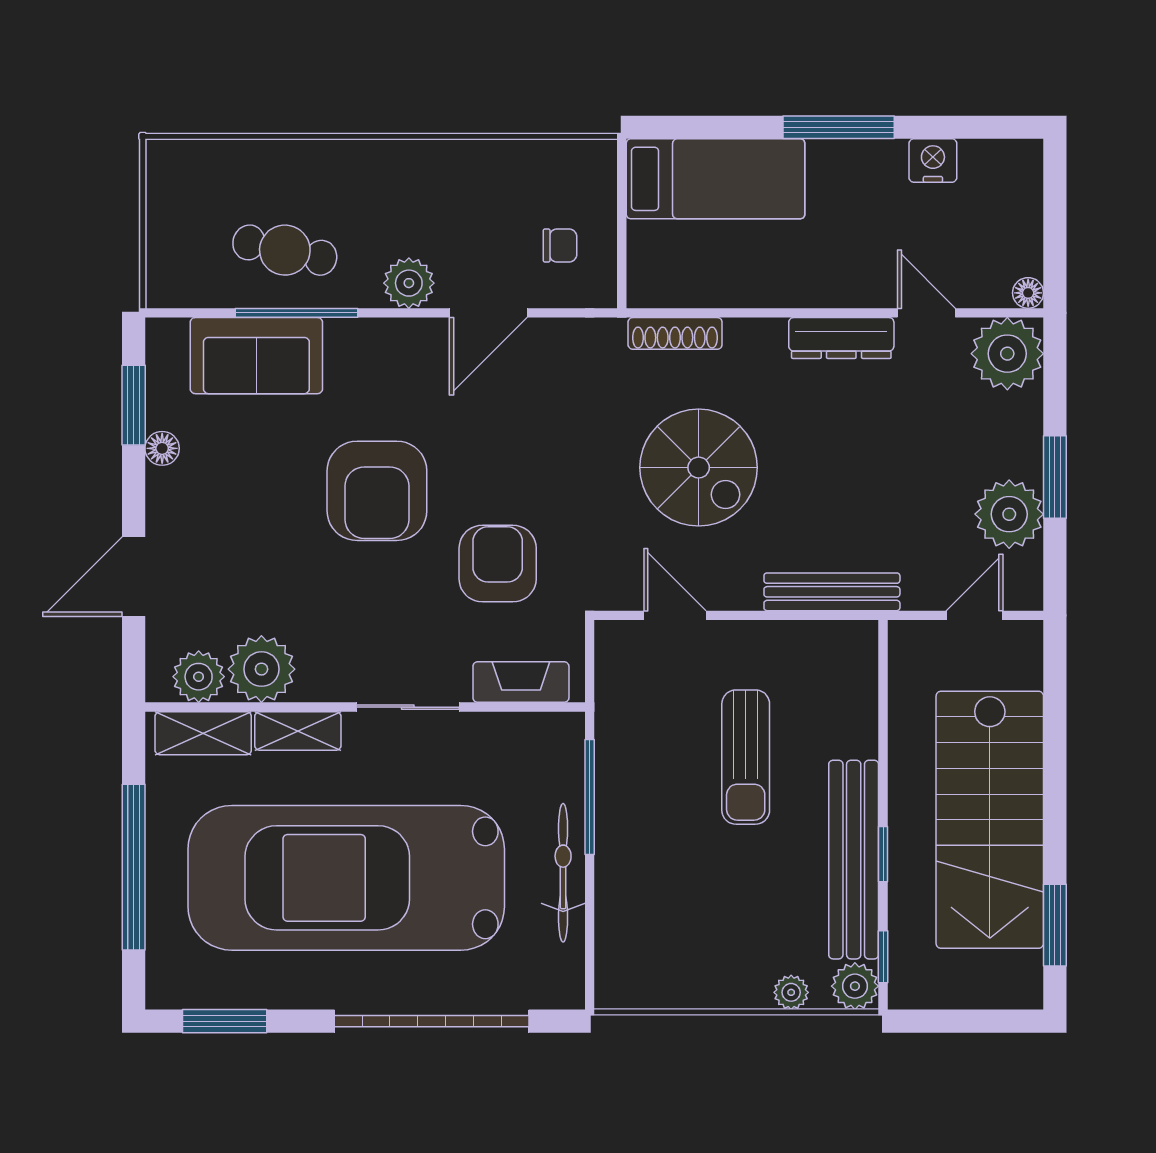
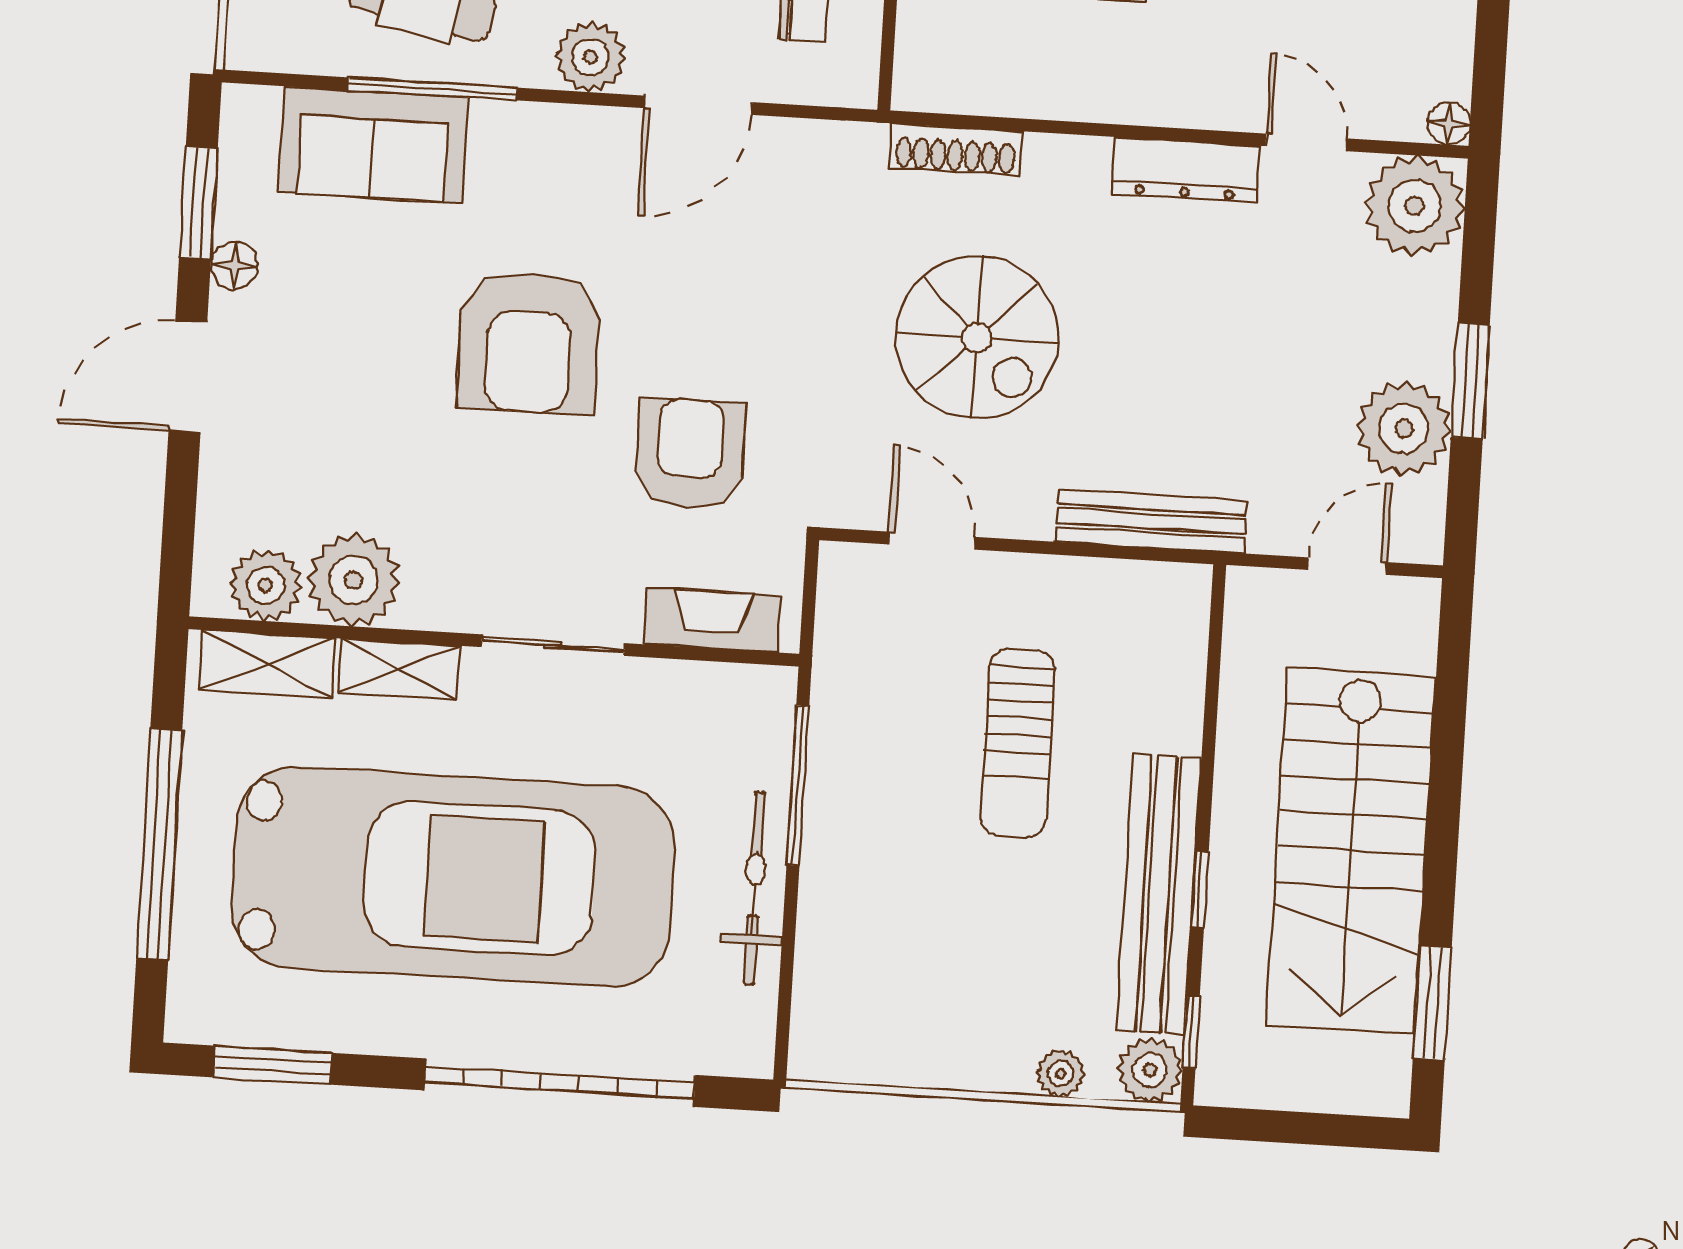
door: (134, 577) -> (188, 376), moved
car: (346, 878) -> (453, 877), turned 180

